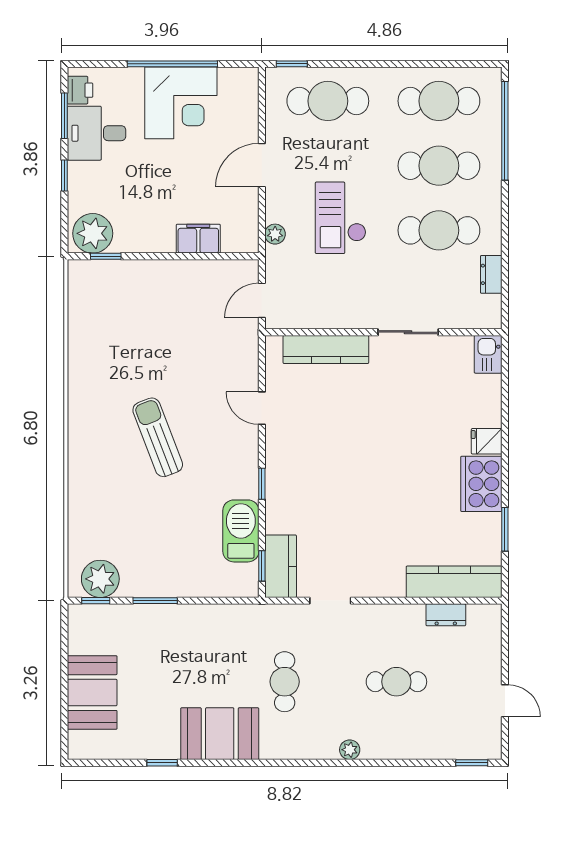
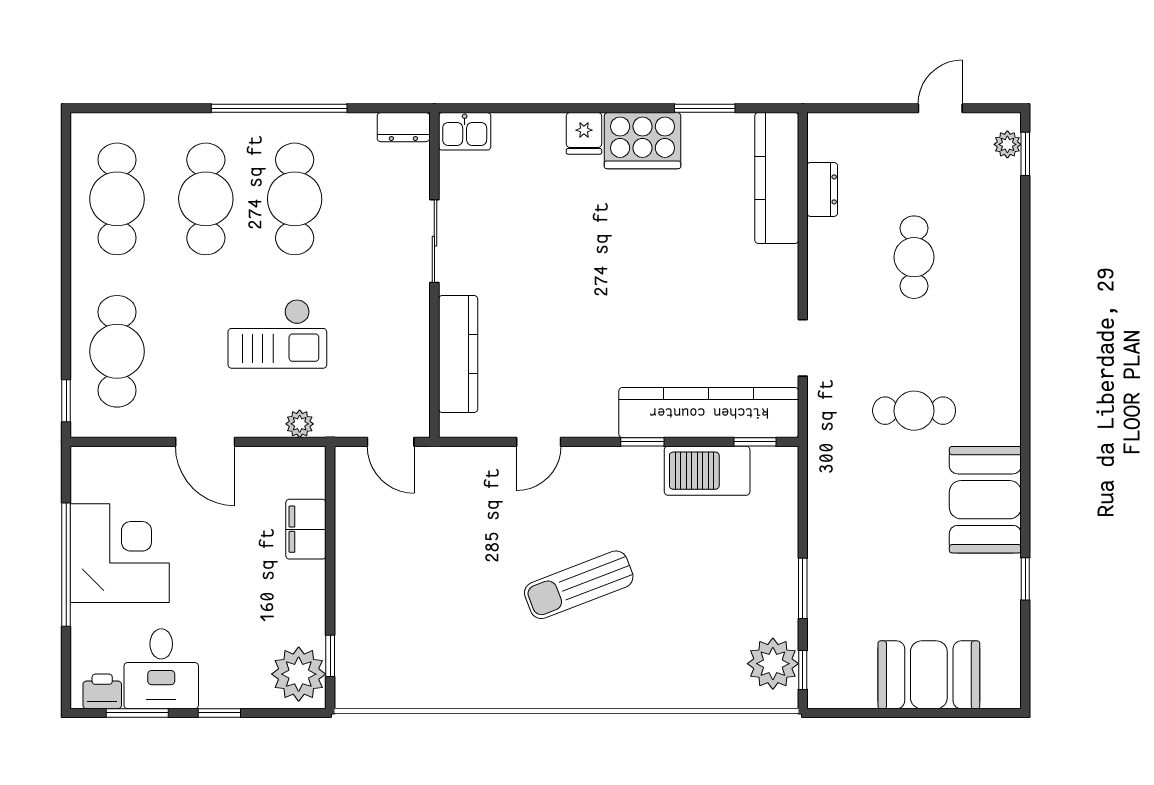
window: (505, 131) -> (279, 108), moved
dresser: (491, 274) -> (403, 127), moved
kitchen counter: (281, 566) -> (709, 413), width x2.08, depth x1.17
plant: (350, 750) -> (1007, 144), moved

